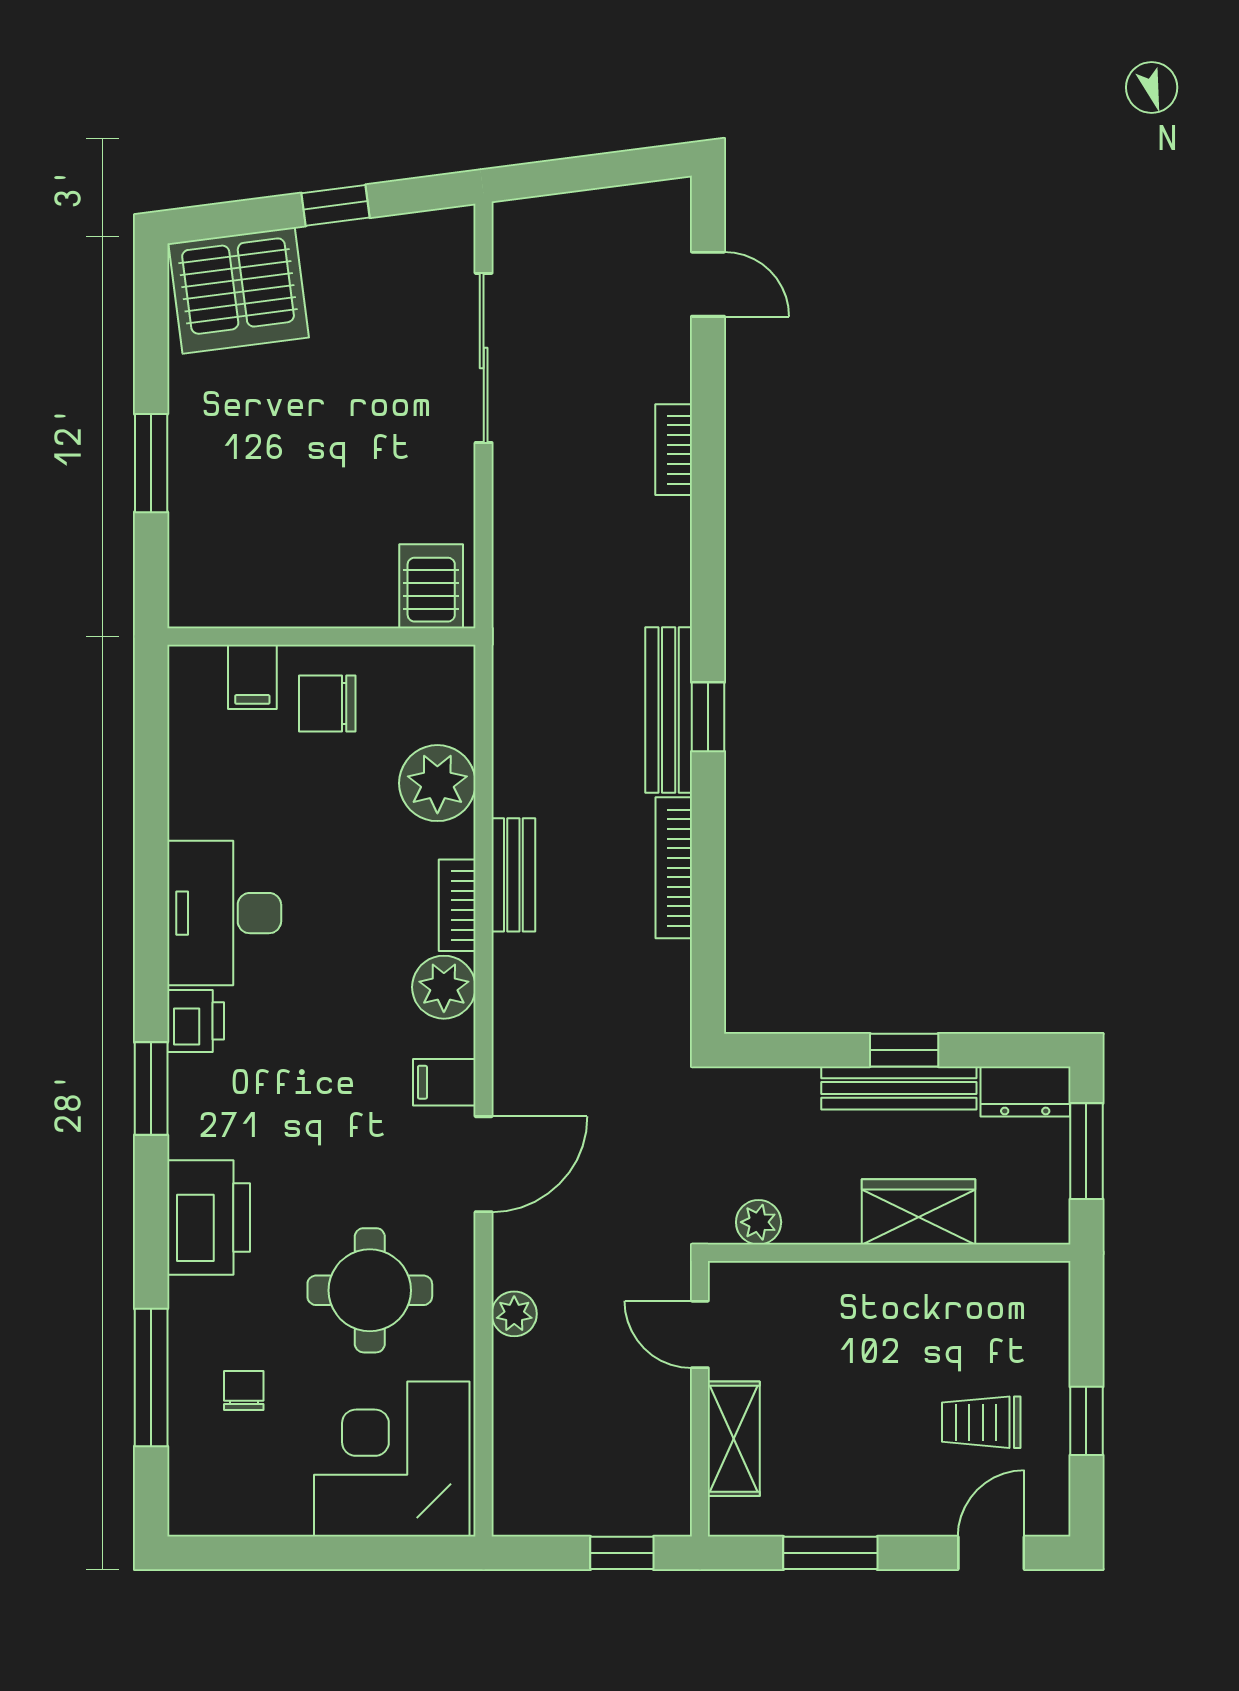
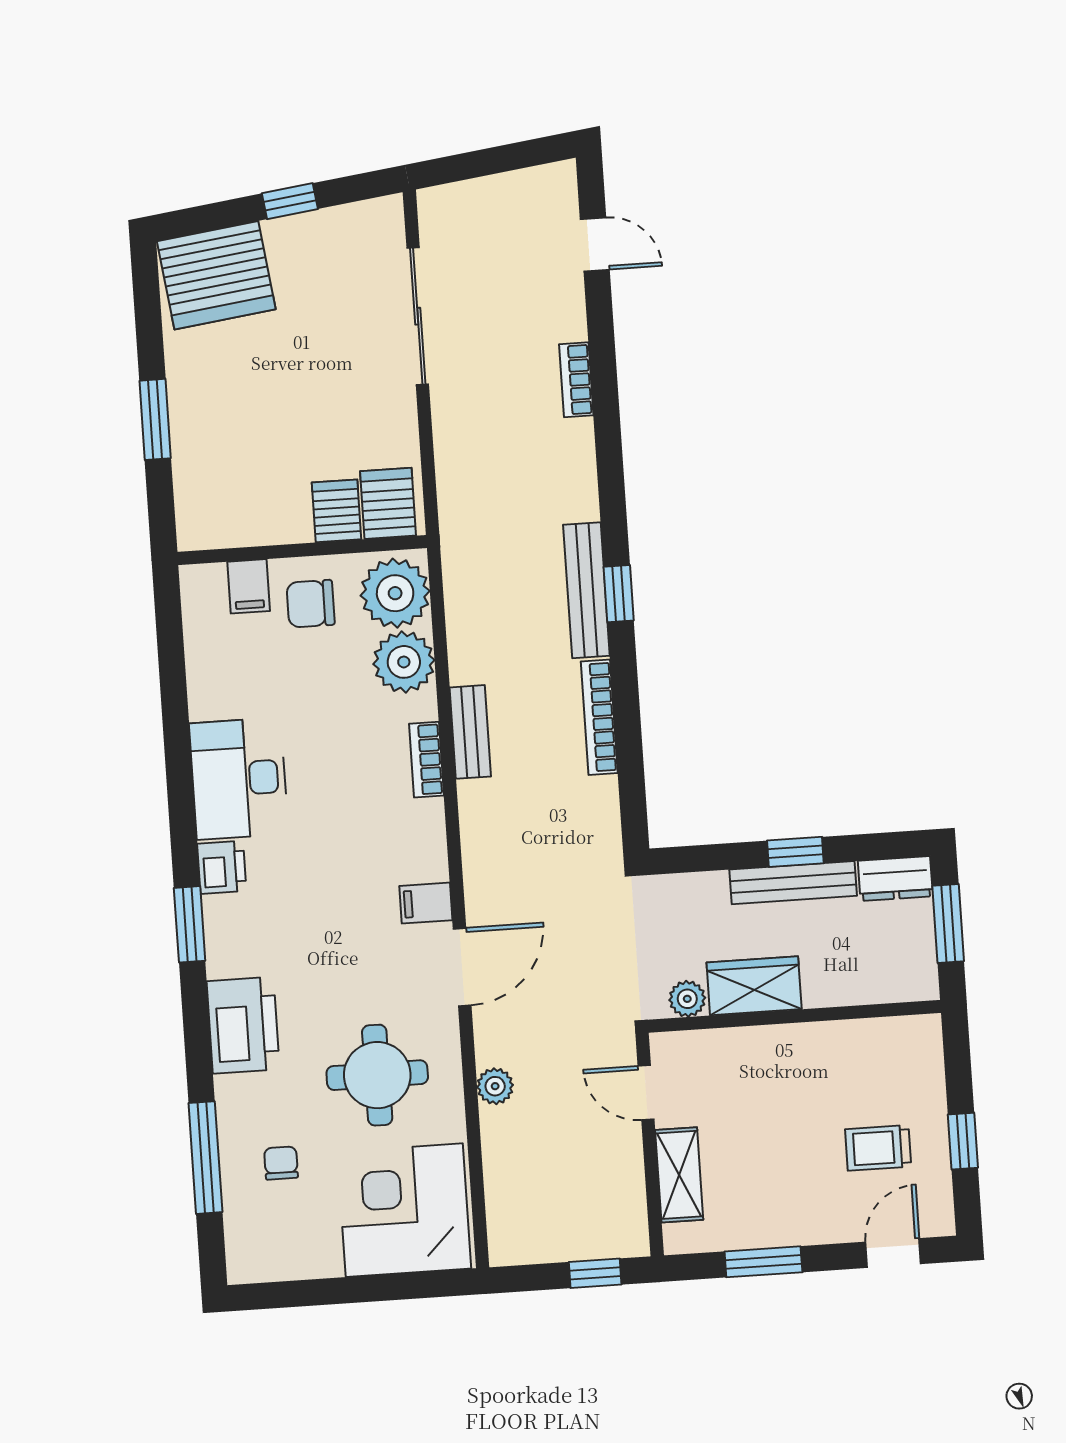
server rack: (367, 591) -> (337, 511), added
plant: (444, 987) -> (395, 593), moved, width x1.36, depth x1.36
wardrobe: (918, 1212) -> (754, 986), moved

